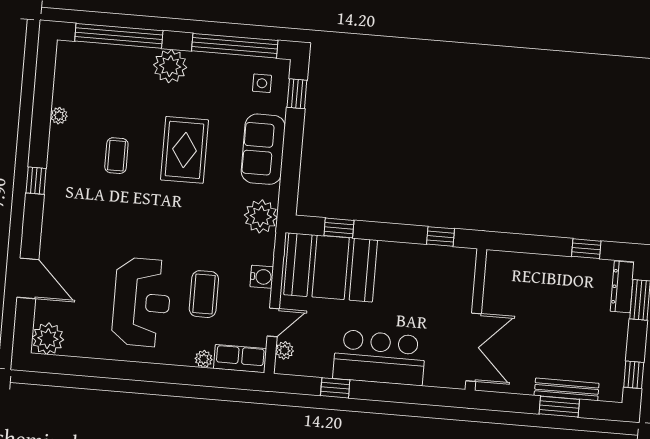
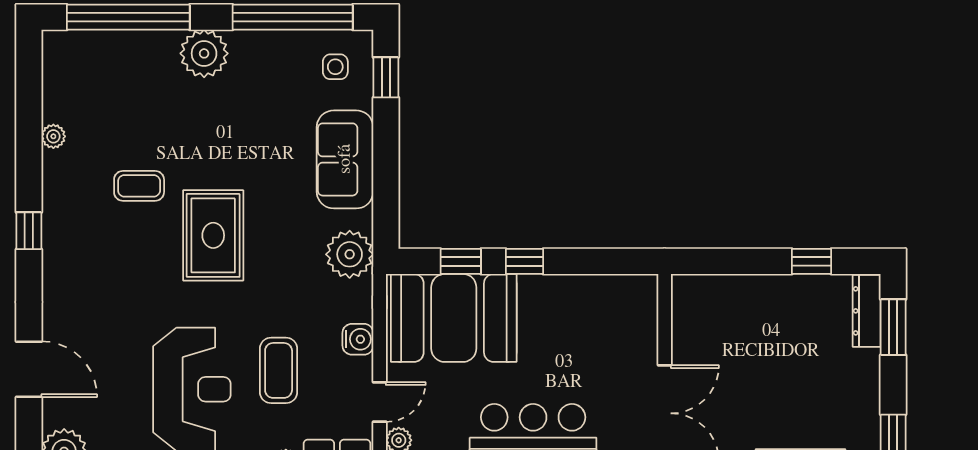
rug: (185, 150) -> (213, 235), moved
coffee table: (116, 156) -> (139, 186), turned 90
window: (441, 236) -> (525, 261), moved

